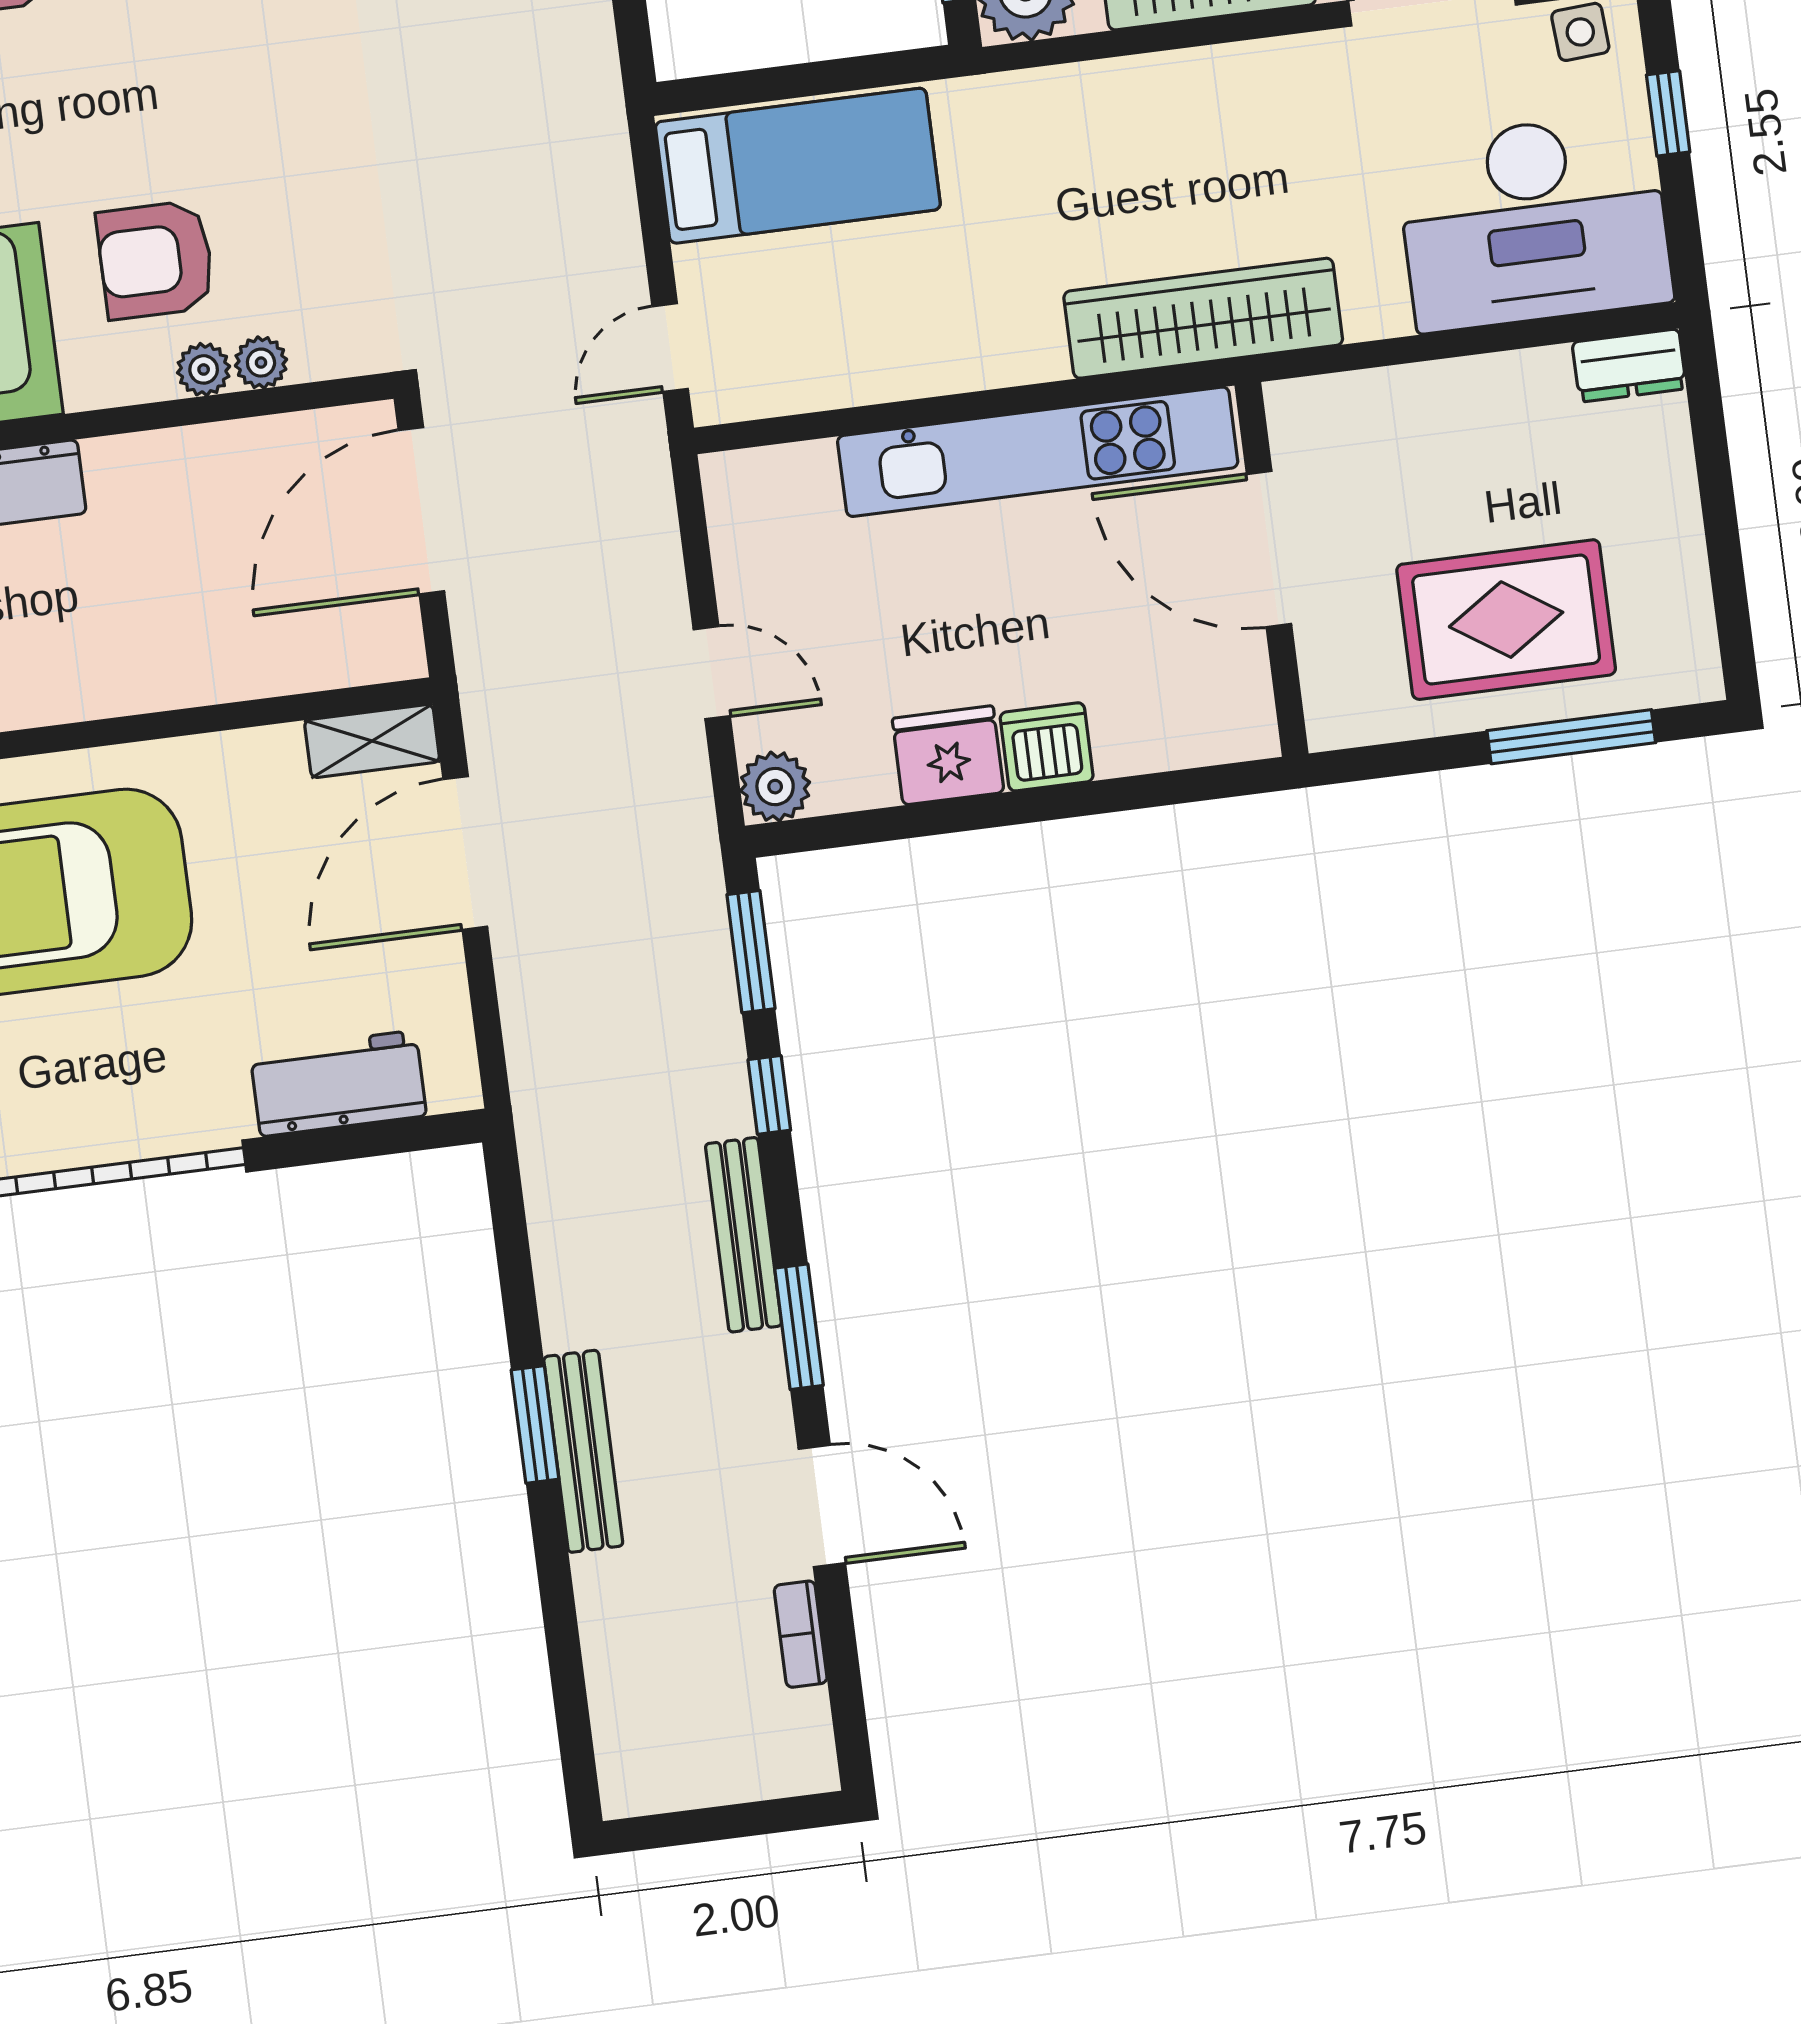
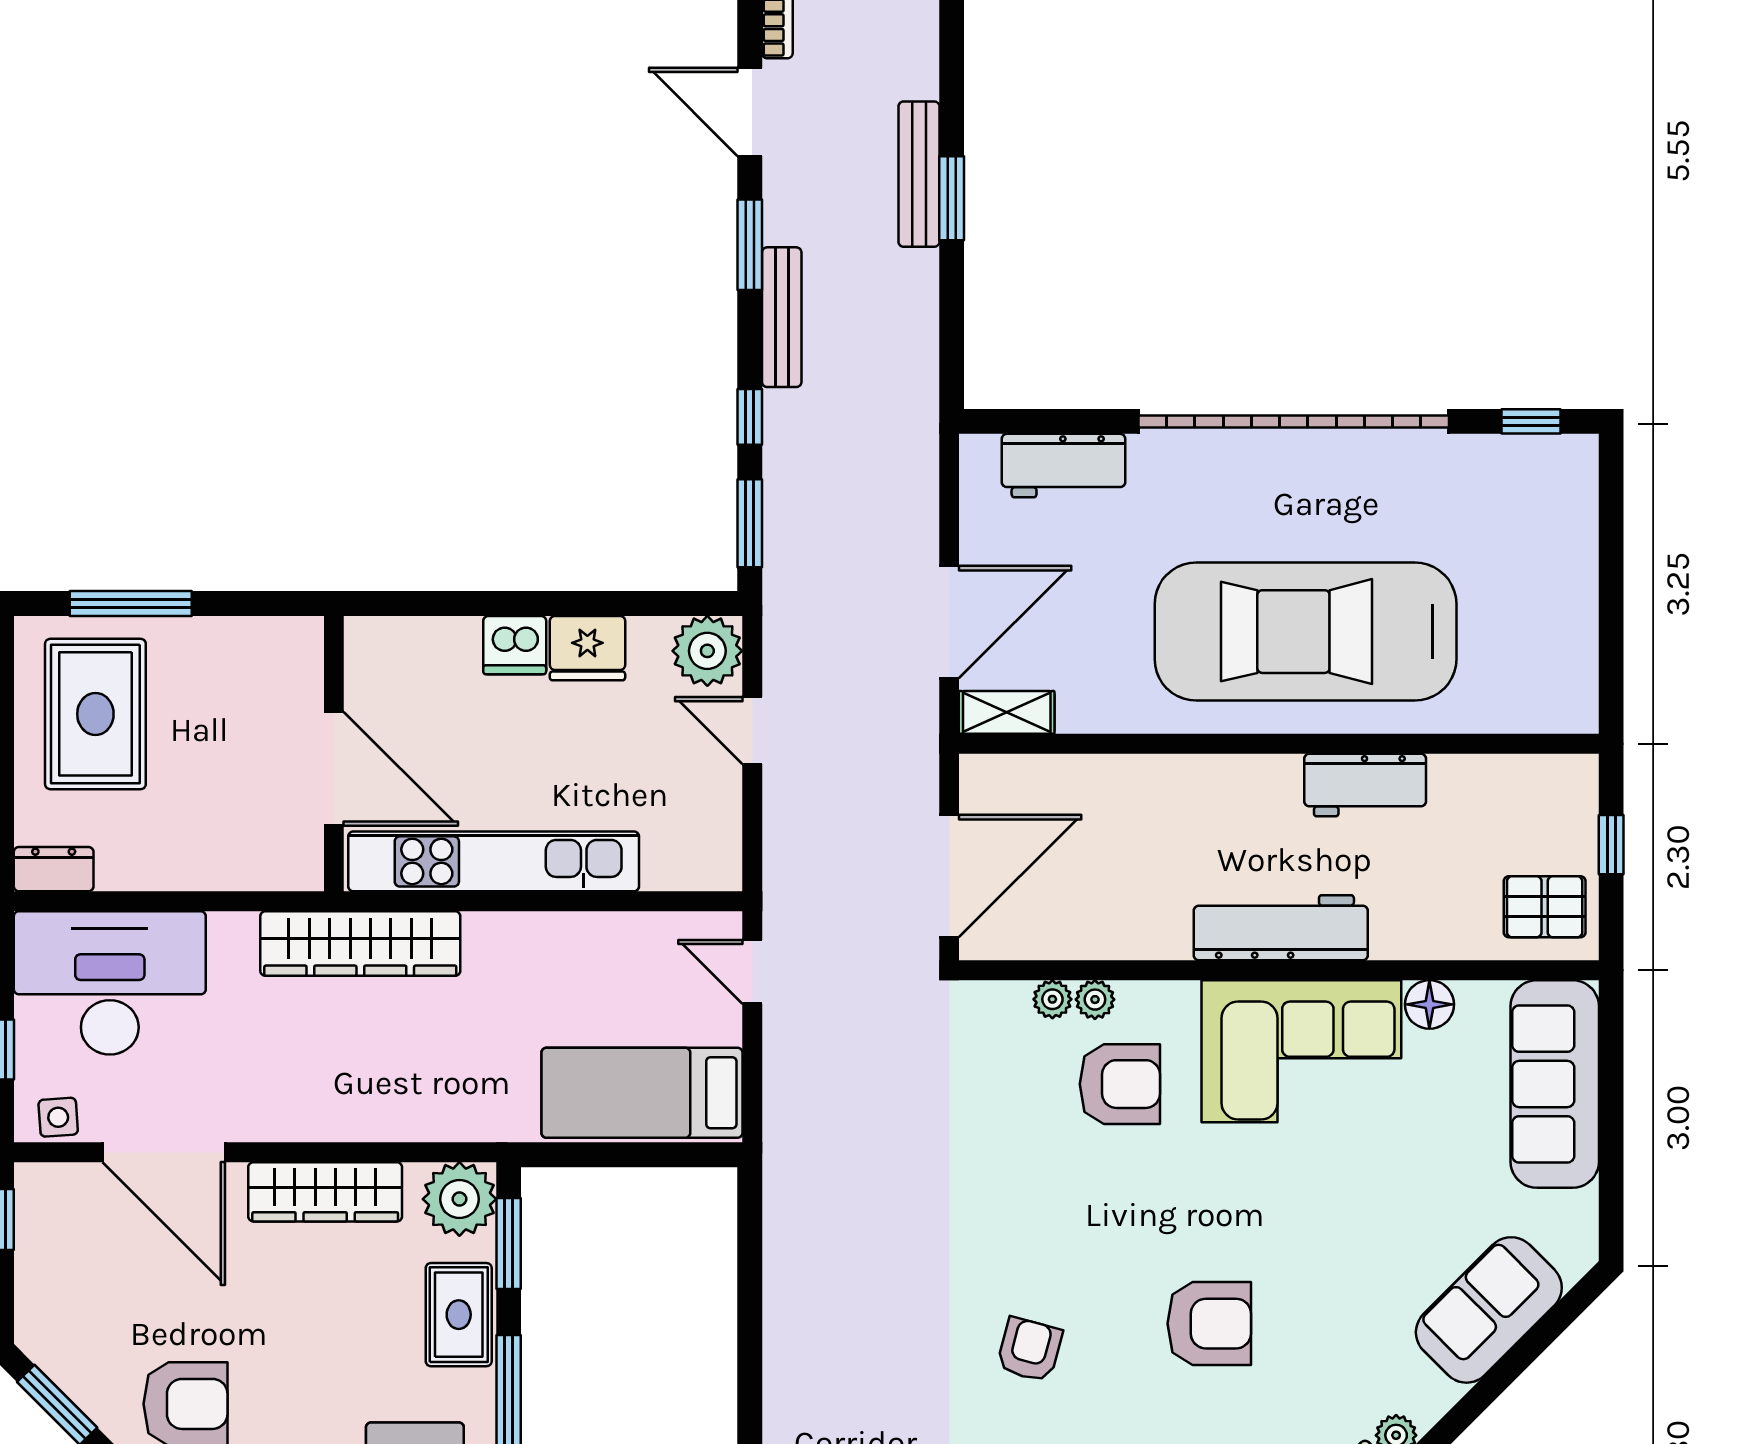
door: (670, 348) -> (752, 972), swing flipped
rug: (1506, 620) -> (95, 714), moved, turned 90
plant: (775, 787) -> (707, 651), width x1.36, depth x1.36

